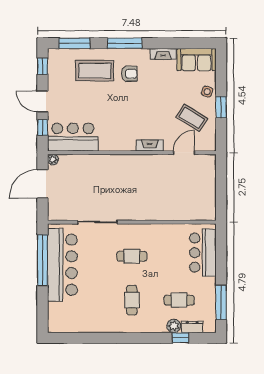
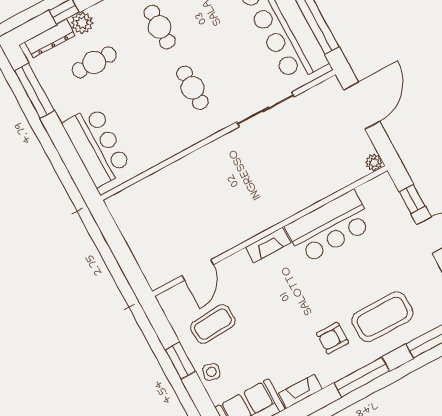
coffee table: (192, 118) -> (213, 324), turned -36
bar counter: (73, 137) -> (329, 227), moved
fireplace: (150, 145) -> (268, 245), moved
door: (42, 184) -> (362, 106), moved
cafe table: (132, 256) -> (192, 88), turned 90
dresser: (192, 327) -> (50, 39), width x1.44

